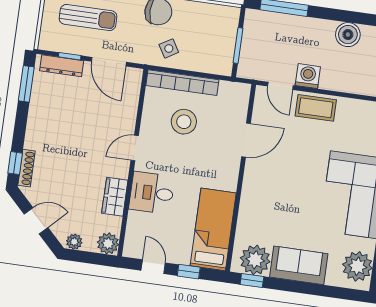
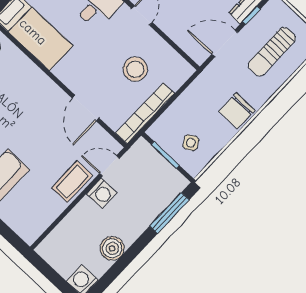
side table: (169, 48) -> (191, 143), moved
bookcase: (182, 83) -> (145, 113), moved

